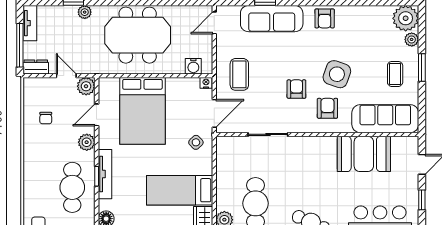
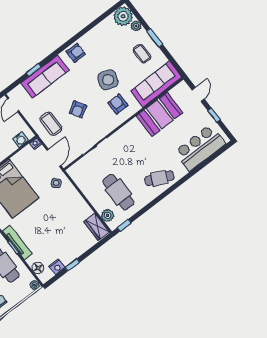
armchair: (325, 18) -> (76, 53), turned -90
armchair: (296, 89) -> (78, 109), moved, turned -121
bed: (180, 190) -> (68, 218), removed

